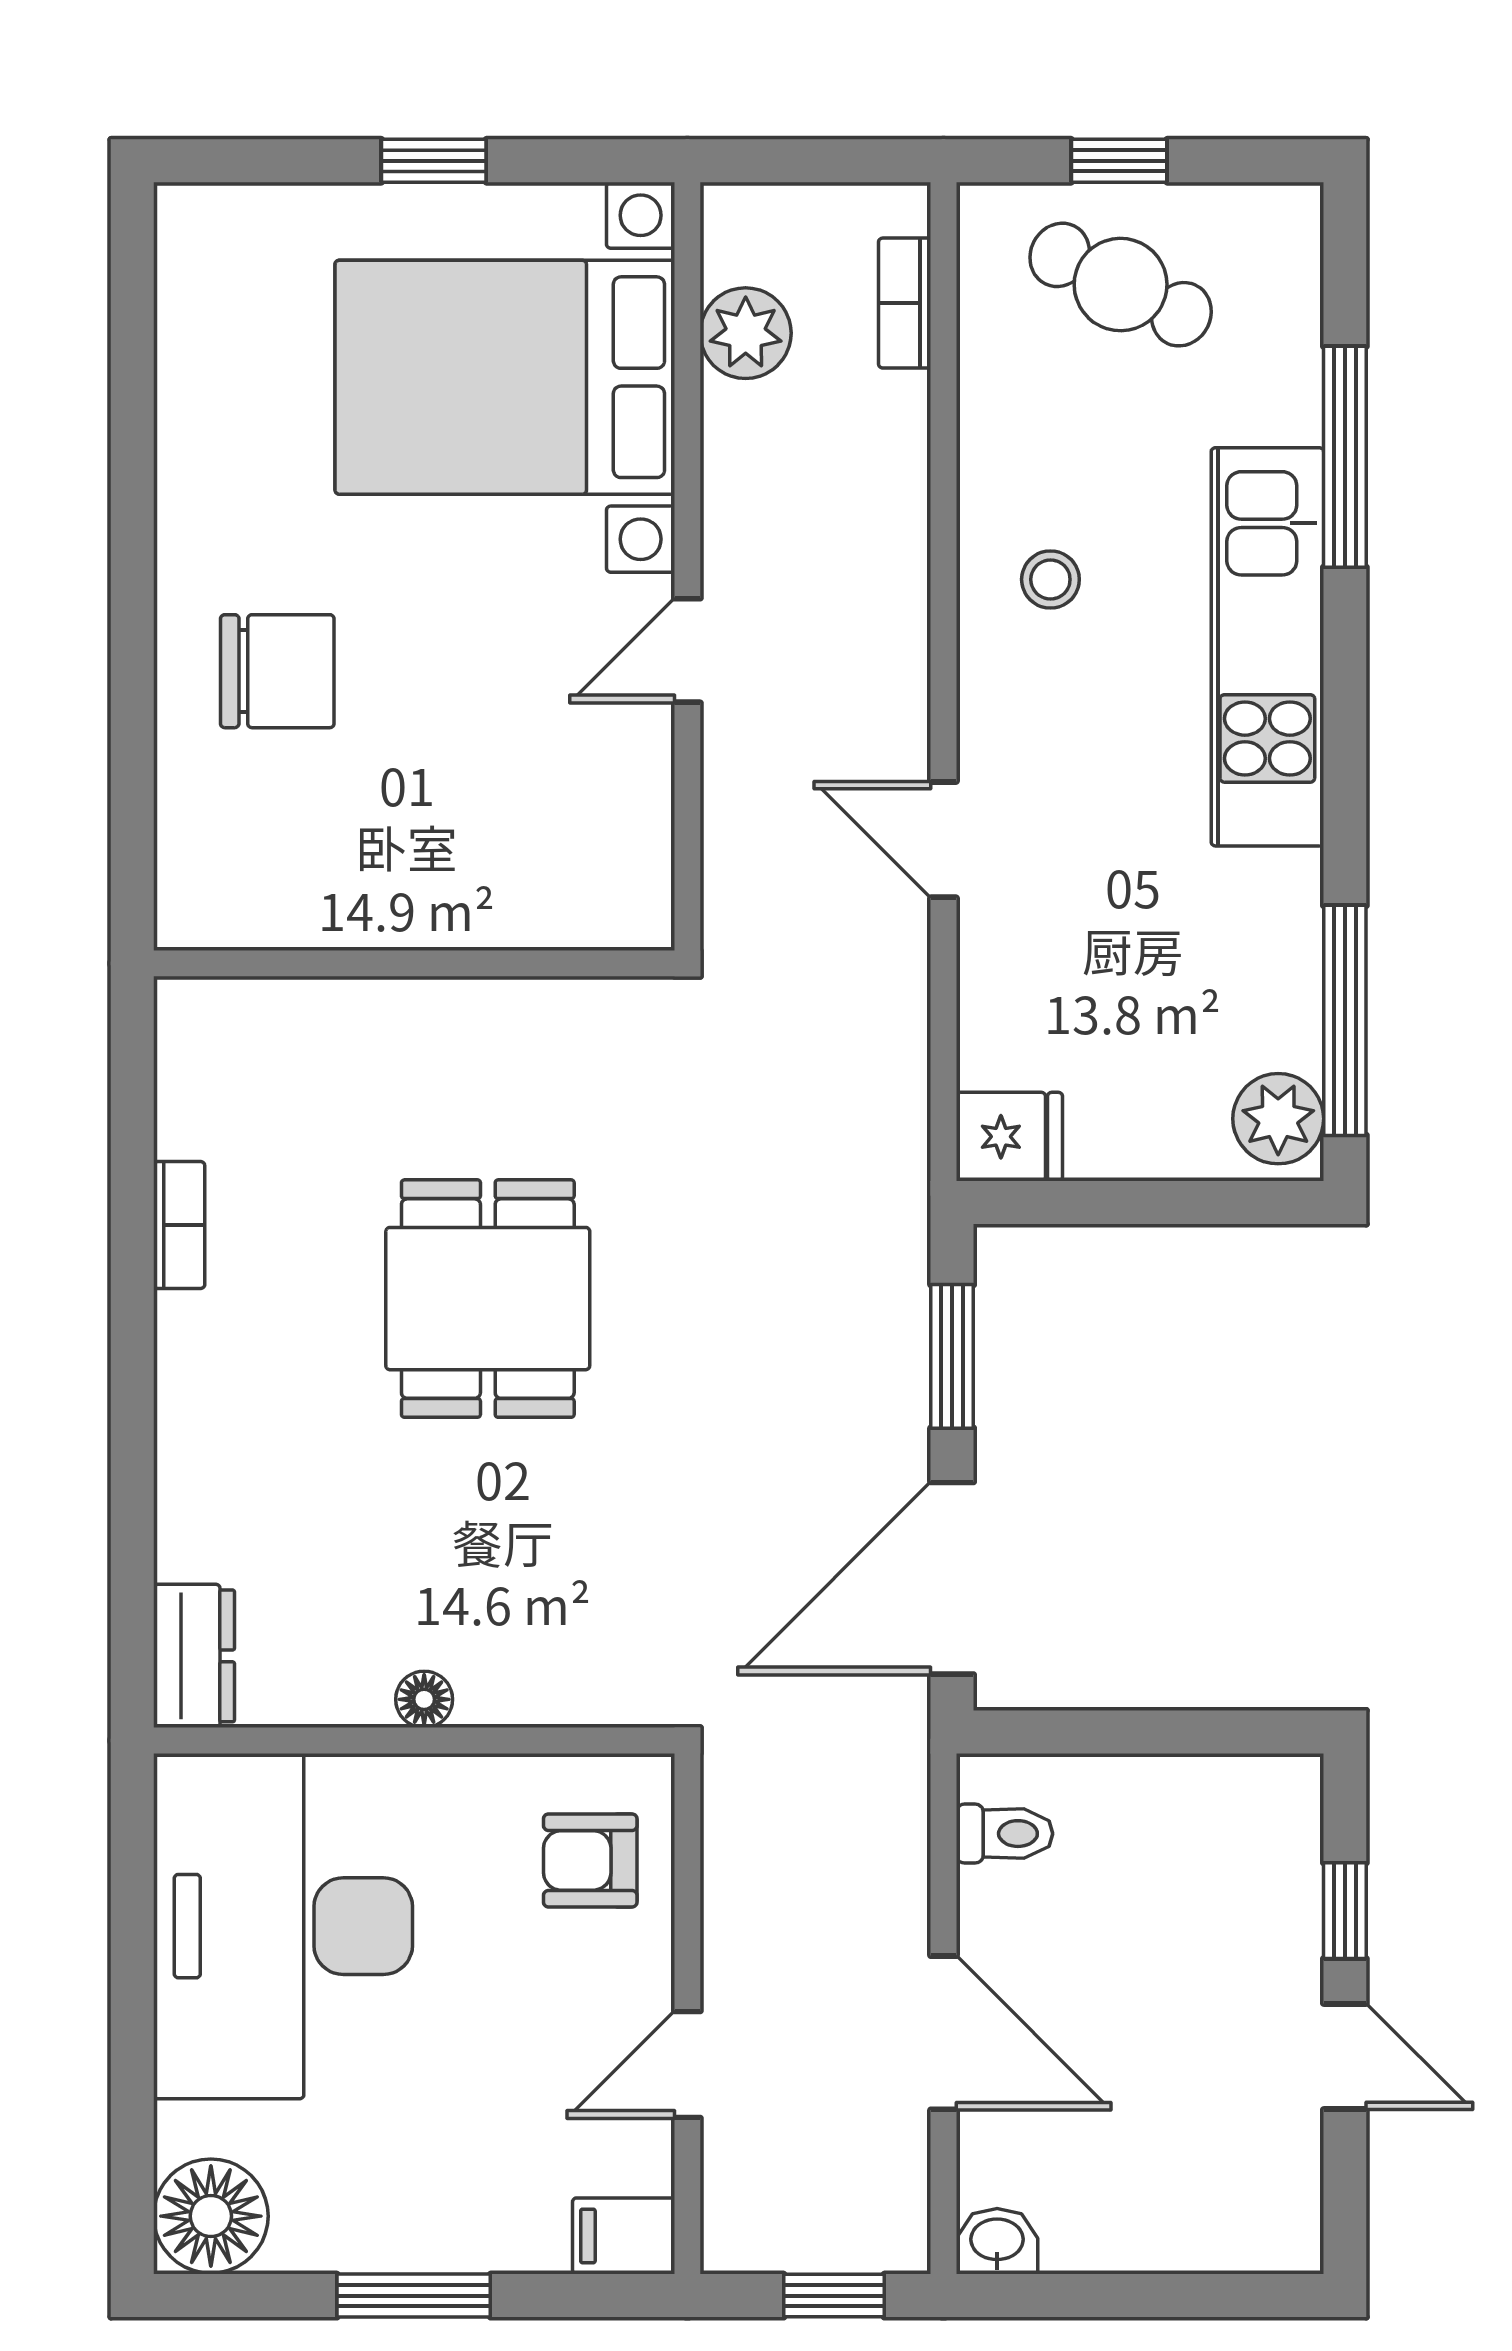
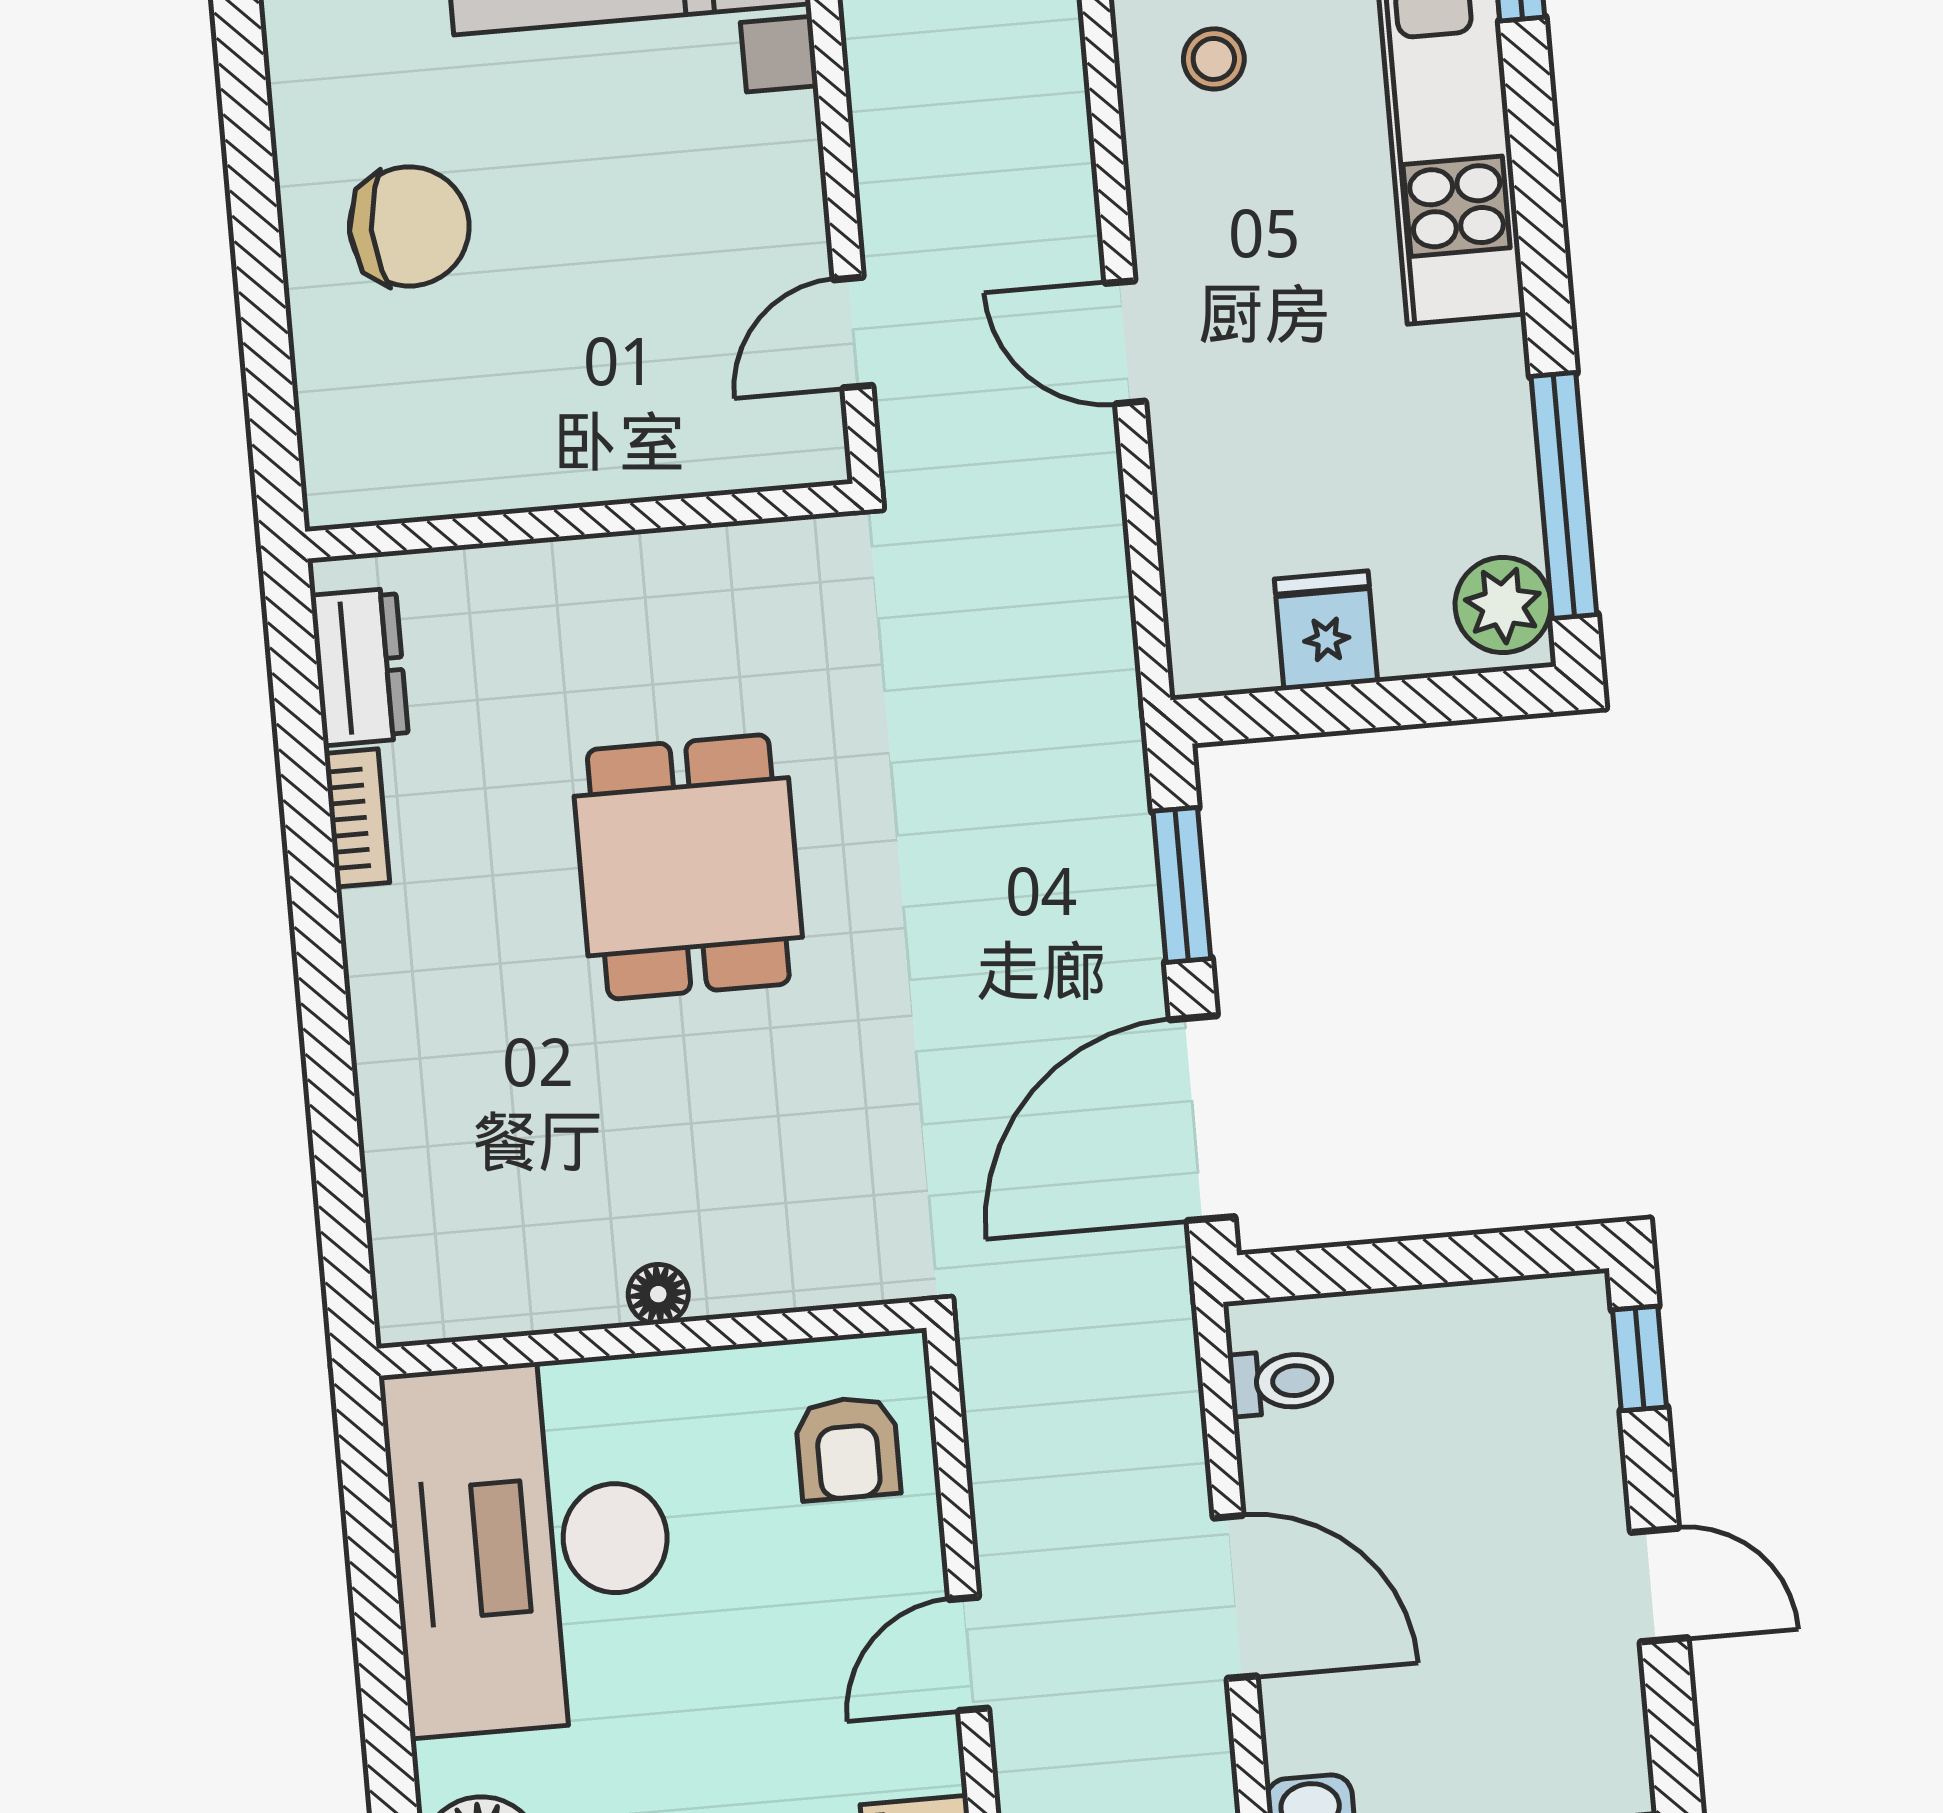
door: (687, 650) -> (853, 333), moved
fridge: (1009, 1137) -> (1326, 630), moved, turned -90
dresser: (194, 1656) -> (360, 667), moved
armchair: (590, 1860) -> (848, 1448), turned -90
window: (1345, 1911) -> (1639, 1359), moved

